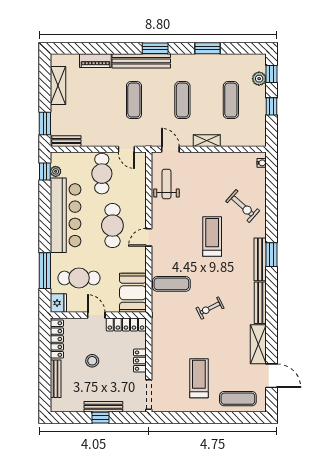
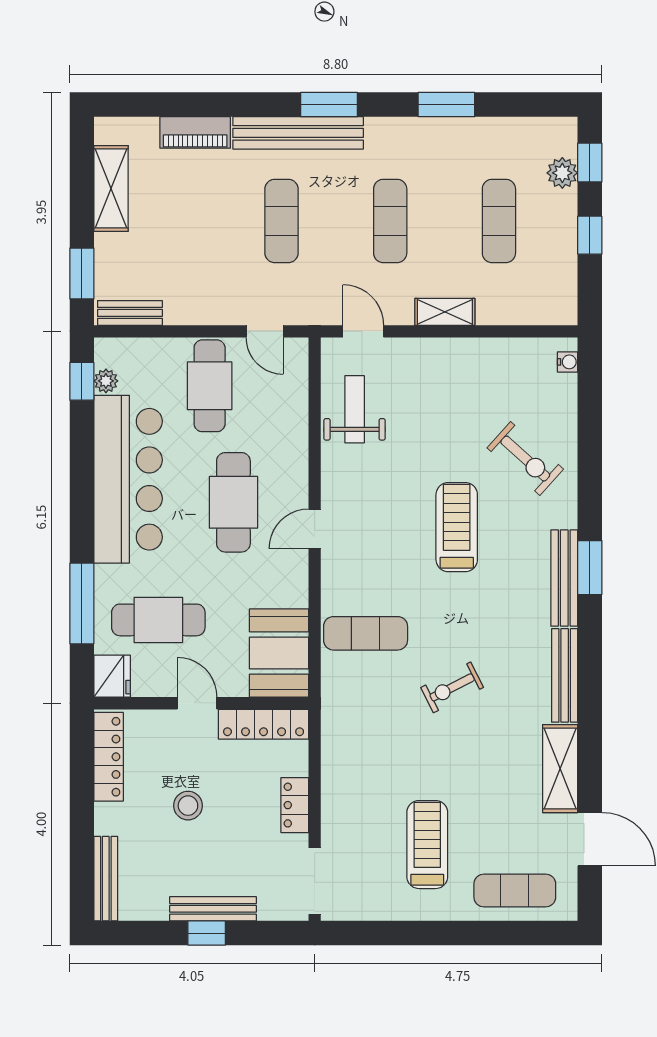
bench: (56, 379) -> (106, 879), moved

